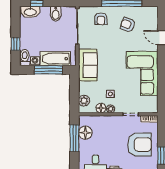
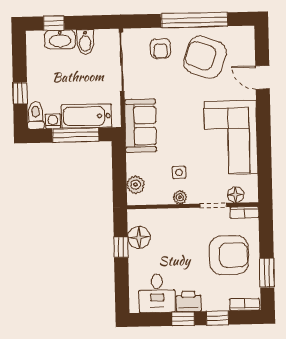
washbasin: (30, 12) -> (60, 39), moved
armchair: (128, 25) -> (205, 57), width x1.88, depth x1.88
floor lamp: (101, 108) -> (236, 195), moved
window: (74, 138) -> (121, 247), width x0.46

